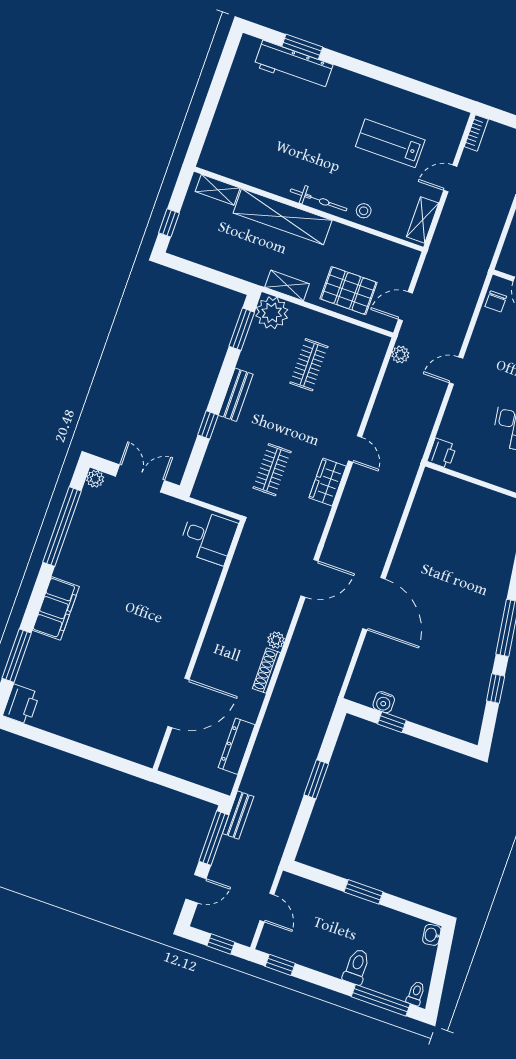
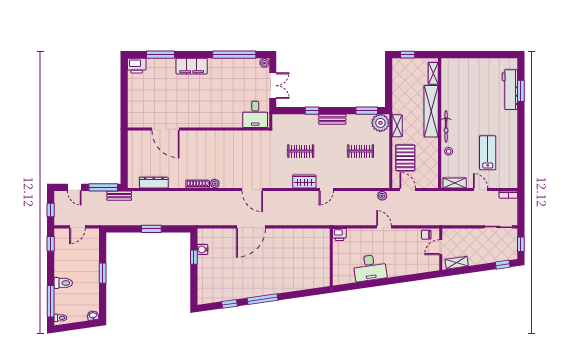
desk: (208, 537) -> (255, 114), moved
wall: (199, 645) -> (198, 129), moved
door: (178, 703) -> (166, 129), moved

